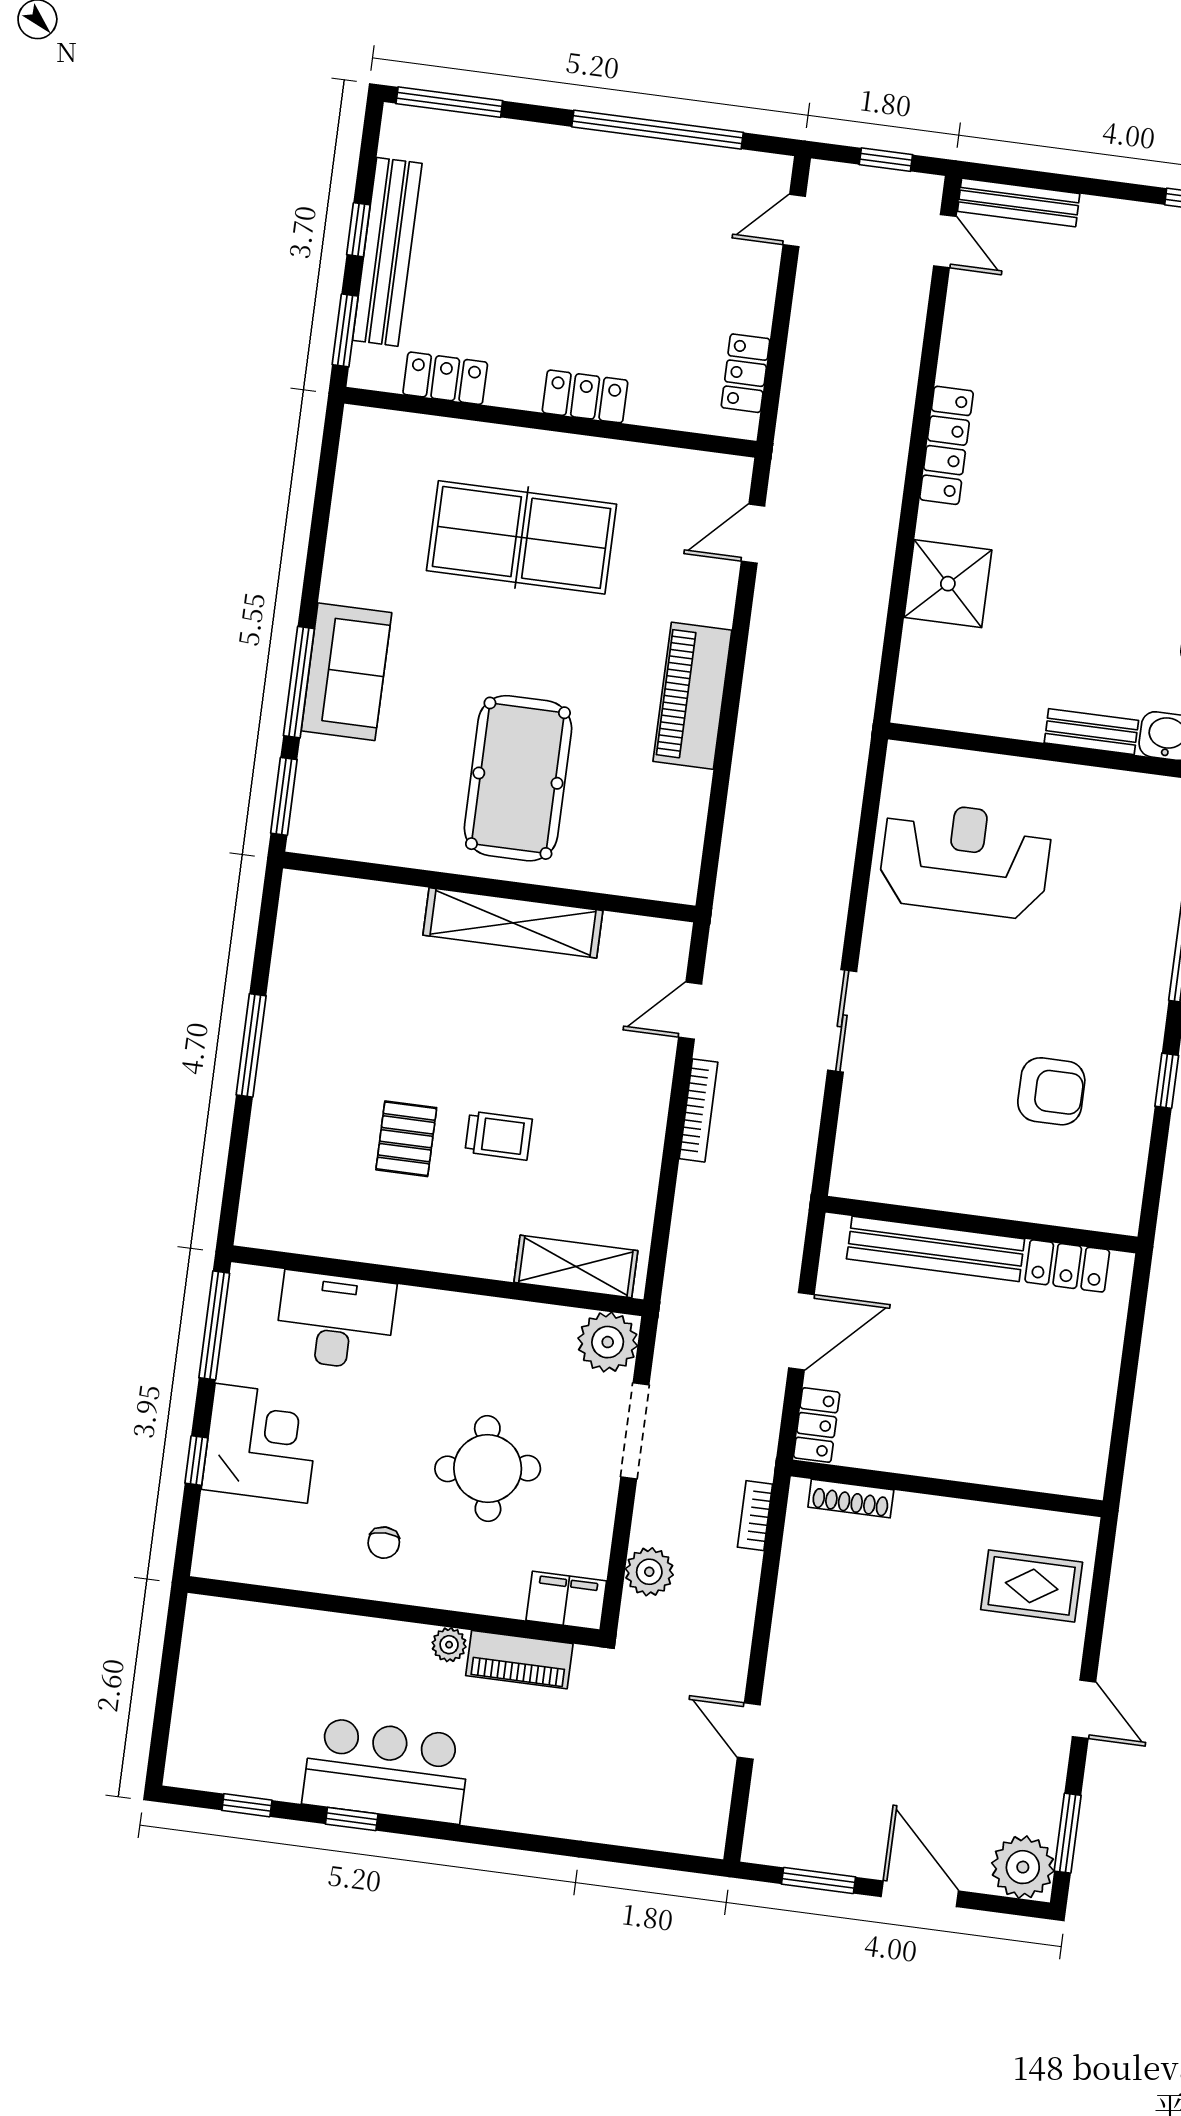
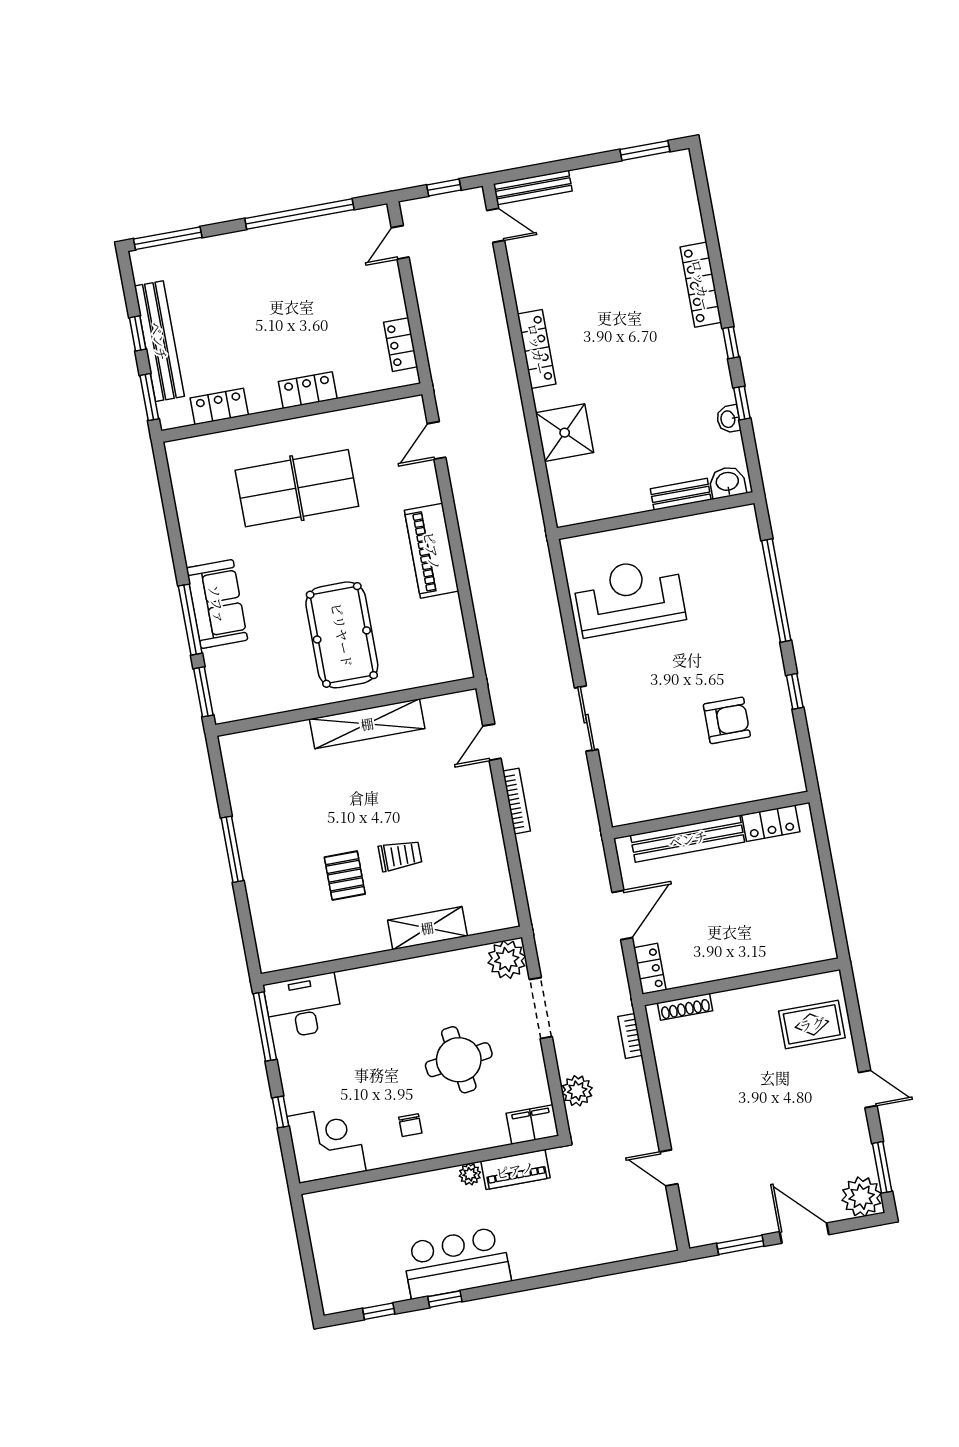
shelving: (576, 1266) -> (427, 928), moved
desk: (335, 1321) -> (303, 1006), moved
corner desk: (261, 1443) -> (326, 1144), moved

